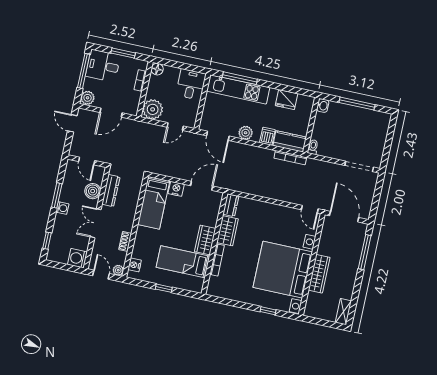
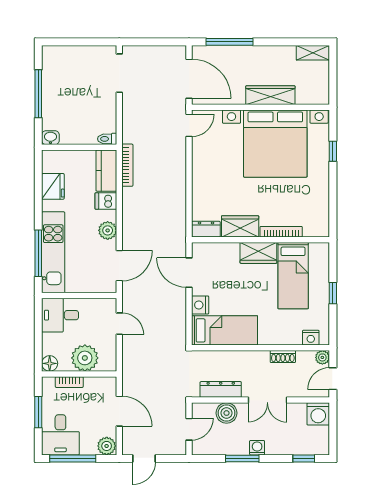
plant: (153, 109) -> (85, 358), moved
door: (344, 217) -> (189, 79), swing flipped

